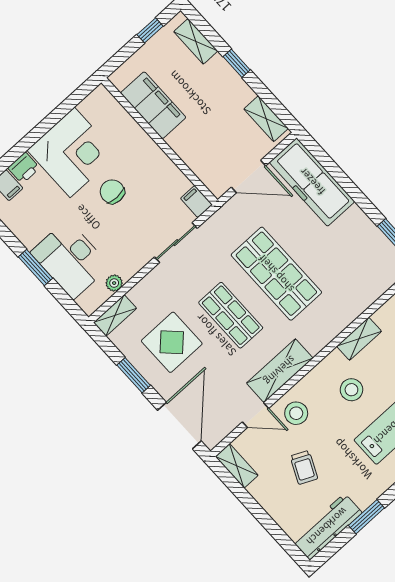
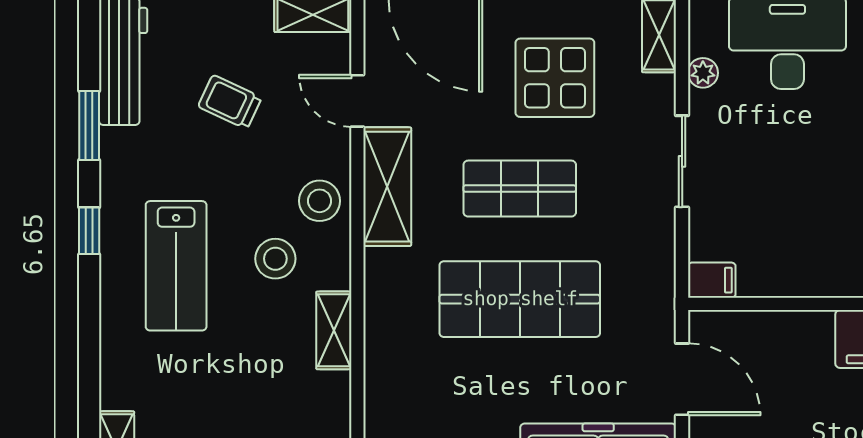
door: (249, 177) -> (682, 379), swing flipped
chair: (112, 192) -> (826, 180), removed
sliding door: (176, 243) -> (682, 161), moved
stool: (296, 413) -> (320, 201), moved
door: (255, 415) -> (357, 101), hinge flipped

